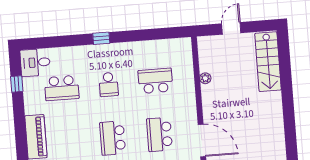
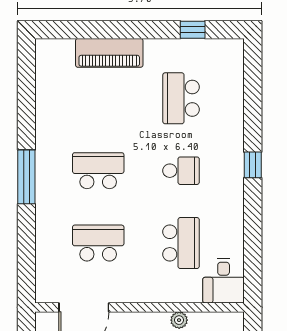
desk: (35, 63) -> (224, 281), moved, turned 180
school desk: (109, 84) -> (181, 171), turned 180

